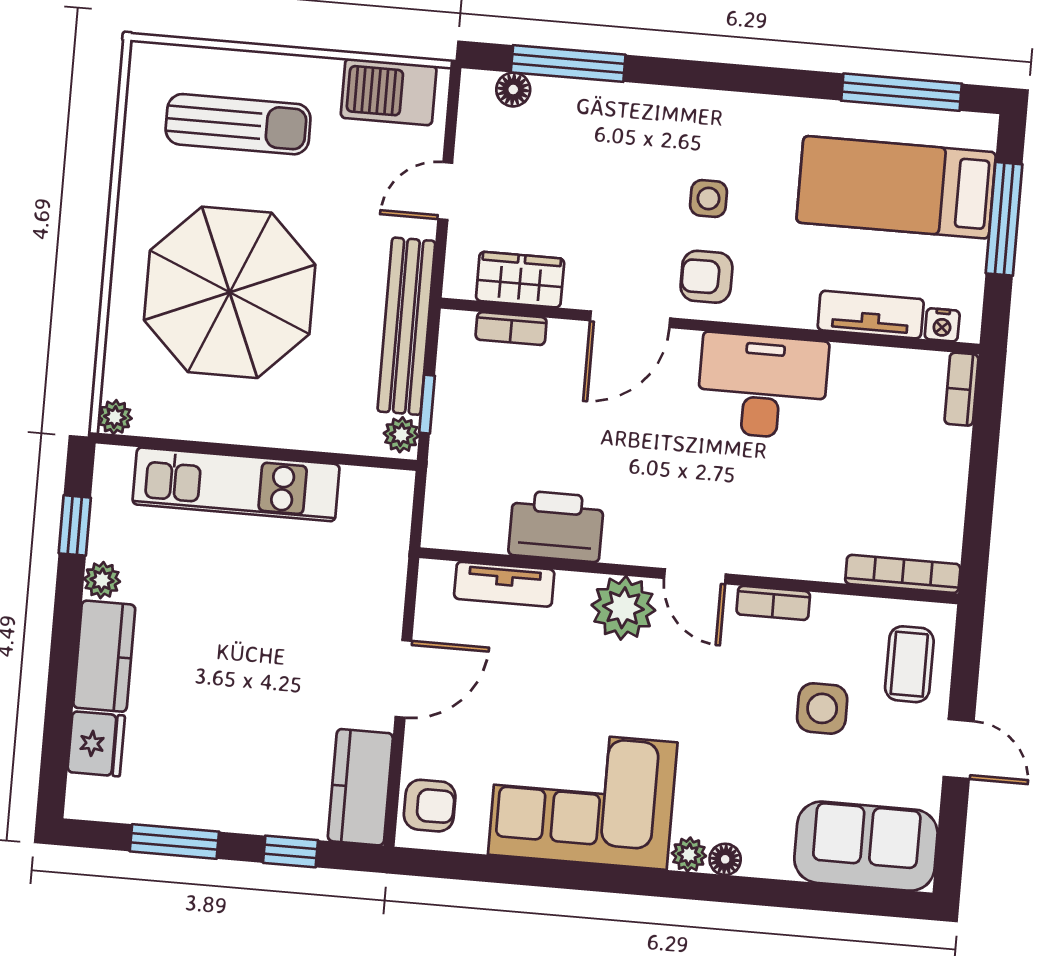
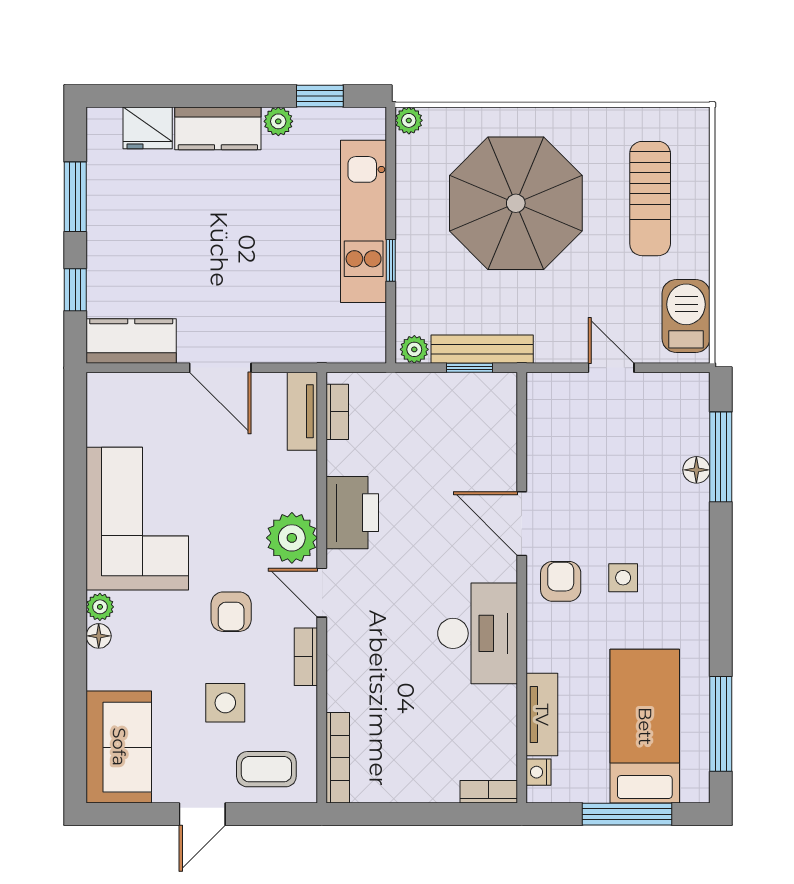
floor lamp: (513, 89) -> (696, 470), moved
wardrobe: (520, 280) -> (546, 433), removed
bench: (406, 326) -> (482, 349), width x0.73, depth x0.82
bookcase: (511, 329) -> (337, 412), moved, turned 180
window: (427, 404) -> (469, 368), moved
window: (288, 454) -> (391, 260), added
printer: (556, 526) -> (352, 513), moved
door: (695, 576) -> (322, 593), hinge flipped
tv unit: (504, 584) -> (302, 411), moved
armchair: (430, 806) -> (231, 612), moved

